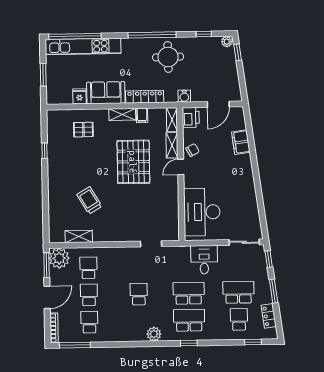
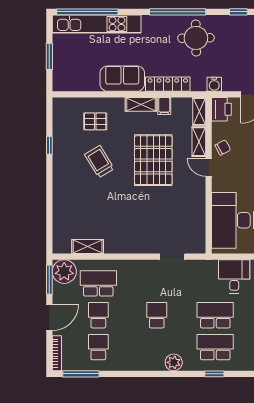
fridge: (79, 96) -> (91, 82), removed
door: (181, 167) -> (209, 167), hinge flipped
trolley: (89, 200) -> (99, 162), moved
school desk: (88, 268) -> (98, 283), width x1.85

